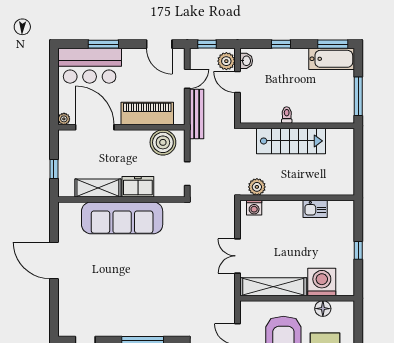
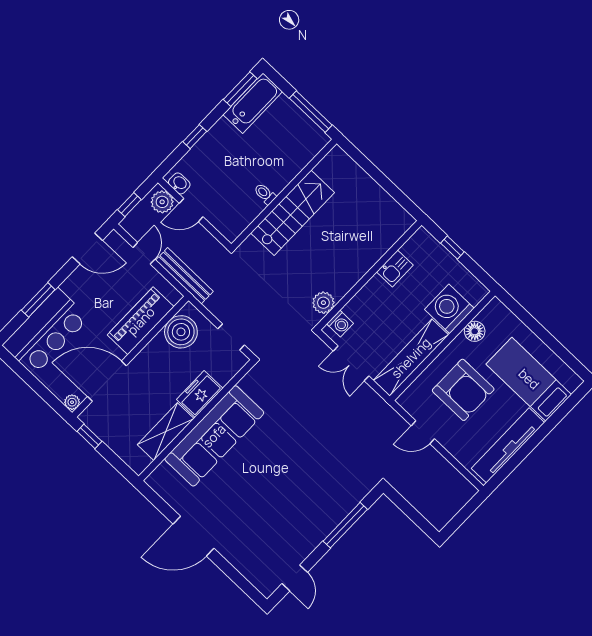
window: (54, 169) -> (89, 436), moved
plant: (257, 187) -> (323, 303), moved
wall: (297, 198) -> (369, 275), moved
washing machine: (254, 208) -> (340, 324), moved
kitchen sink: (315, 209) -> (395, 269), moved

